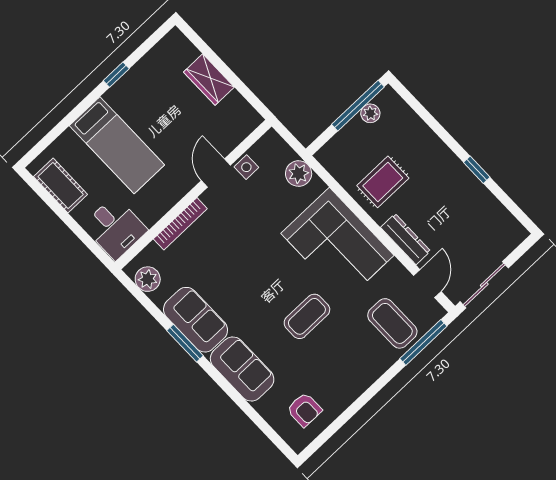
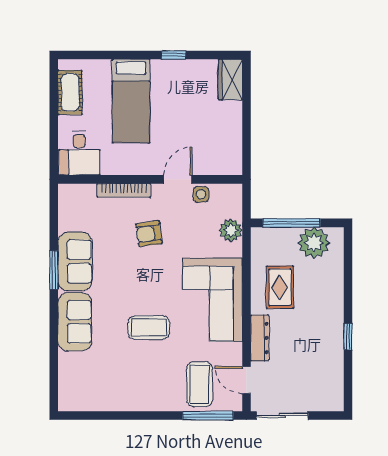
wardrobe: (209, 80) -> (230, 80), moved
window: (358, 106) -> (291, 223), moved
plant: (370, 113) -> (314, 243), width x1.88, depth x1.88
rug: (383, 182) -> (280, 287), turned 90
plant: (148, 279) -> (69, 206), removed
door: (427, 284) -> (246, 380), swing flipped
armchair: (304, 410) -> (149, 234), moved, turned 82

